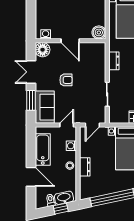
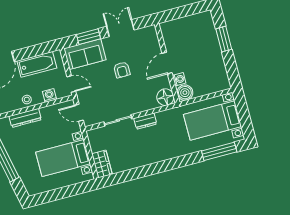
washing machine: (46, 34) -> (179, 79), moved
floor lamp: (43, 50) -> (165, 97), moved
dresser: (114, 61) -> (145, 121), moved
dresser: (85, 167) -> (25, 118), width x1.44

